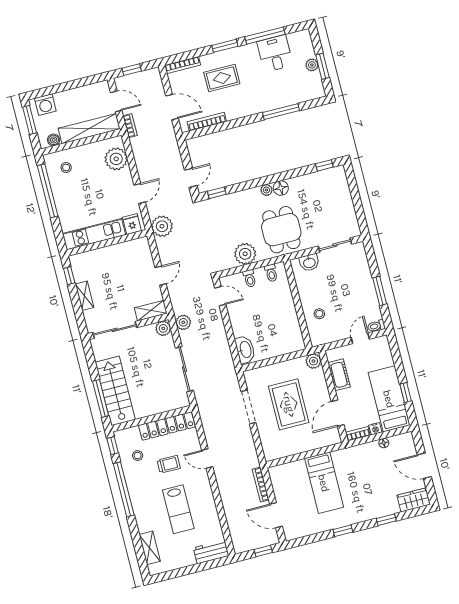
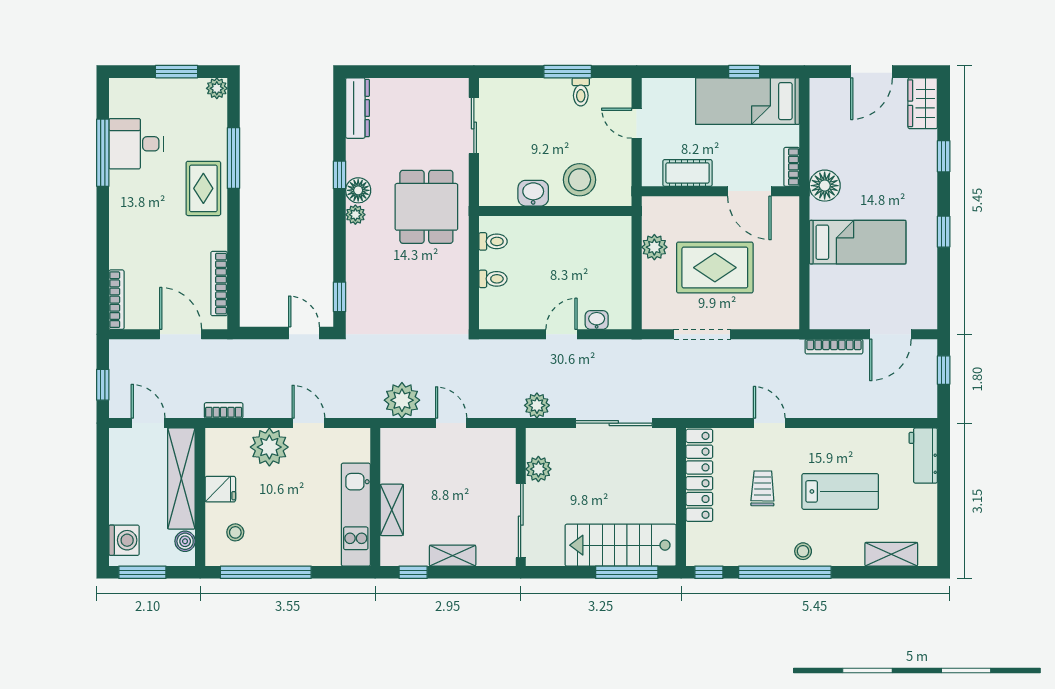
window: (225, 46) -> (103, 222), removed
plant: (312, 65) -> (217, 88), moved
rug: (222, 78) -> (203, 188), moved
door: (116, 101) -> (148, 423), hinge flipped
door: (172, 107) -> (181, 334), hinge flipped
bookcase: (130, 126) -> (224, 410), moved
plant: (116, 159) -> (269, 447), moved
window: (324, 165) -> (339, 175), moved
dresser: (328, 176) -> (357, 108), added
fridge: (132, 224) -> (220, 489), moved, turned 180
plant: (162, 226) -> (402, 400), moved
dining table: (281, 230) -> (426, 207), turned 90
plant: (245, 254) -> (451, 276), removed
washbasin: (309, 263) -> (533, 193), moved, turned -90
door: (220, 296) -> (562, 334), moved
shelving: (151, 311) -> (392, 510), moved
stool: (319, 314) -> (580, 180), width x1.89, depth x1.89
toilet: (376, 326) -> (581, 92), moved
plant: (163, 328) -> (538, 469), moved
washbasin: (245, 350) -> (597, 320), width x0.52, depth x0.69
plant: (313, 361) -> (654, 247), moved
nightstand: (375, 429) -> (791, 136), removed
floor lamp: (384, 443) -> (825, 186), moved, width x1.89, depth x1.89
stool: (138, 456) -> (803, 551), moved
door: (207, 459) -> (769, 423), swing flipped

